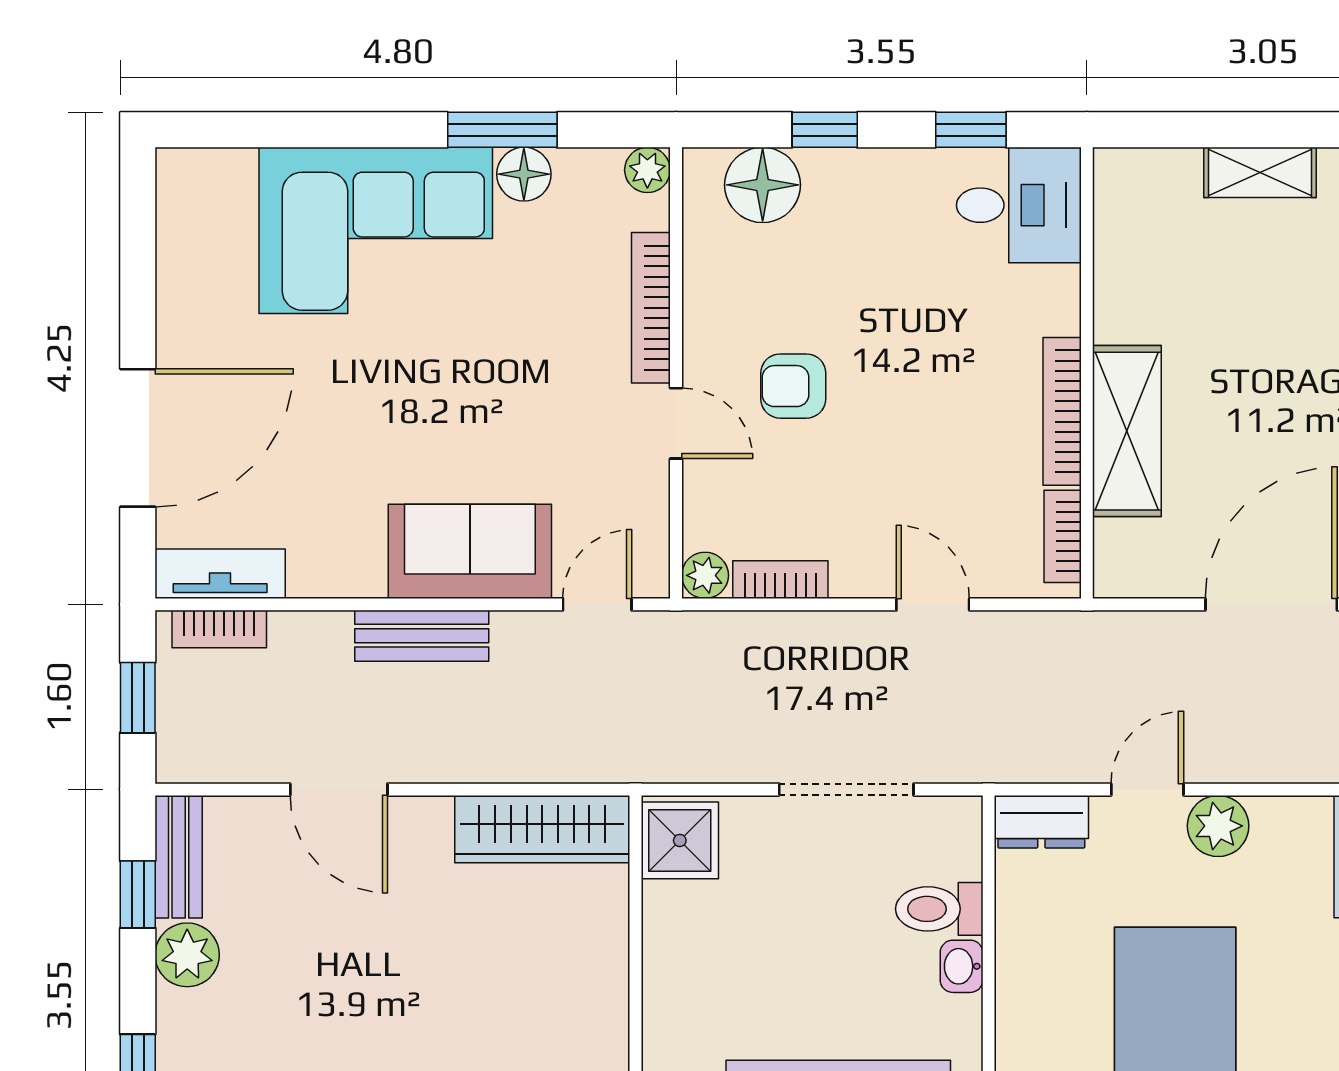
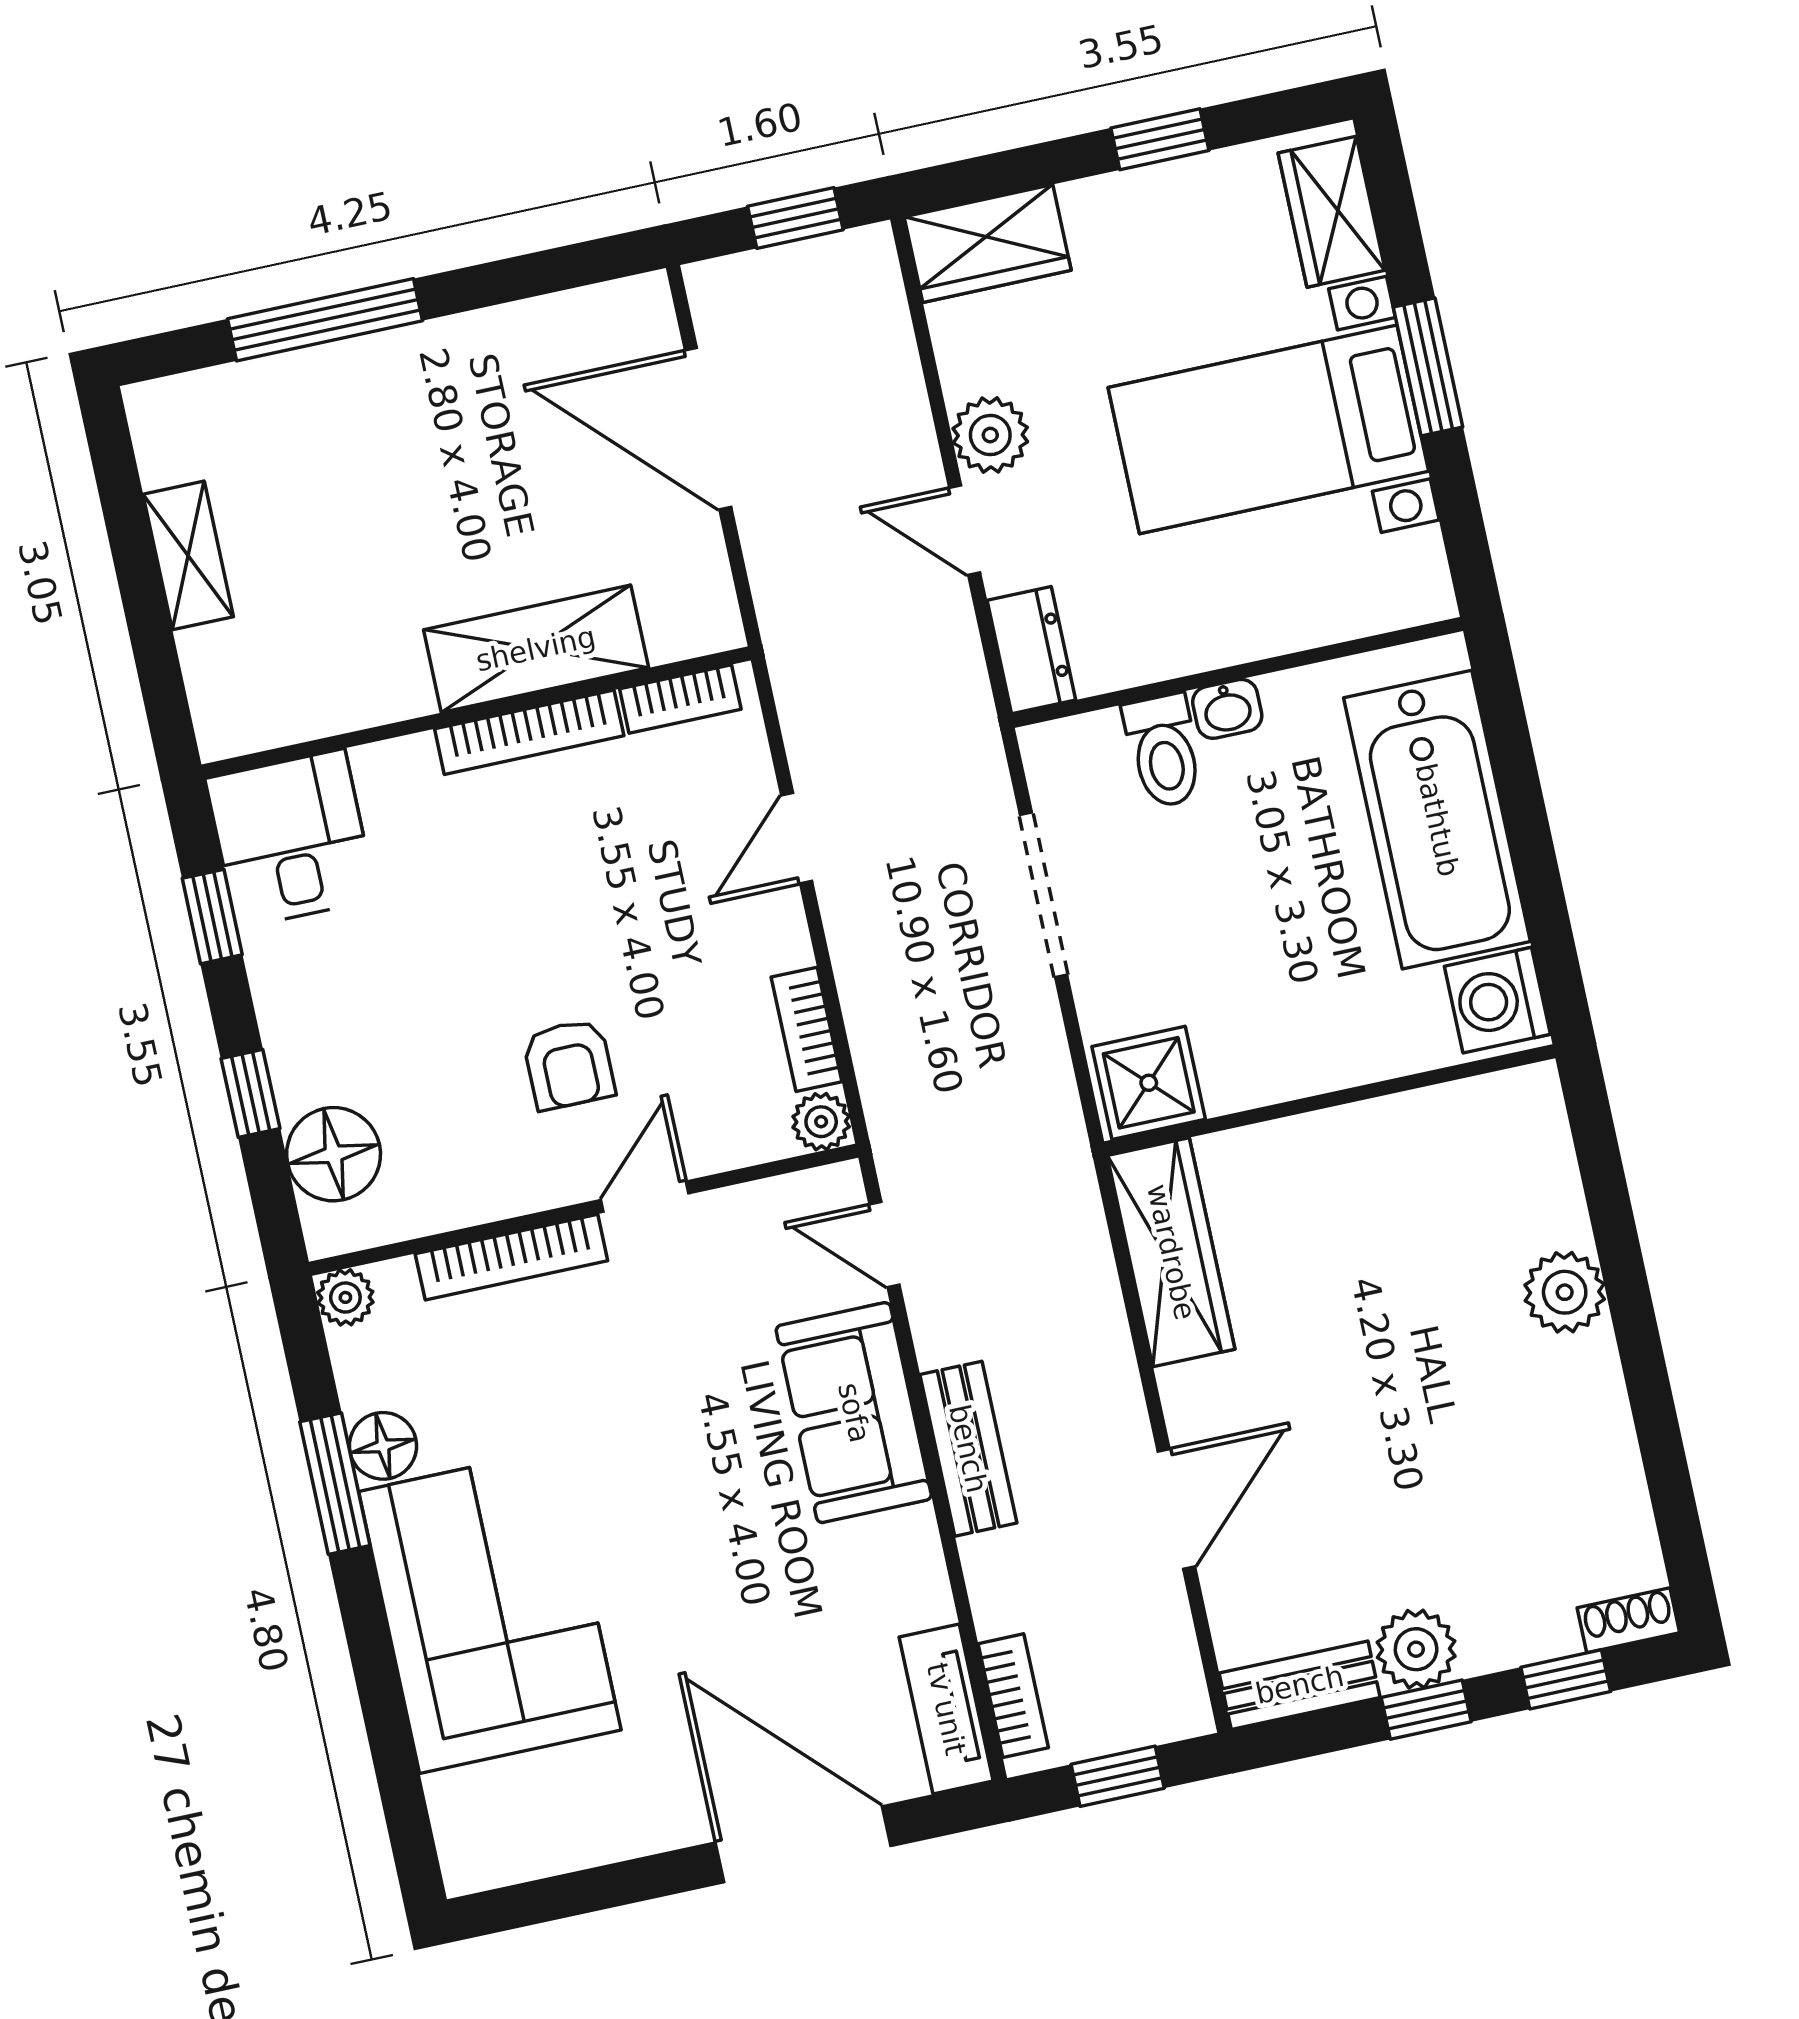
window: (138, 894) -> (1426, 1710), moved

